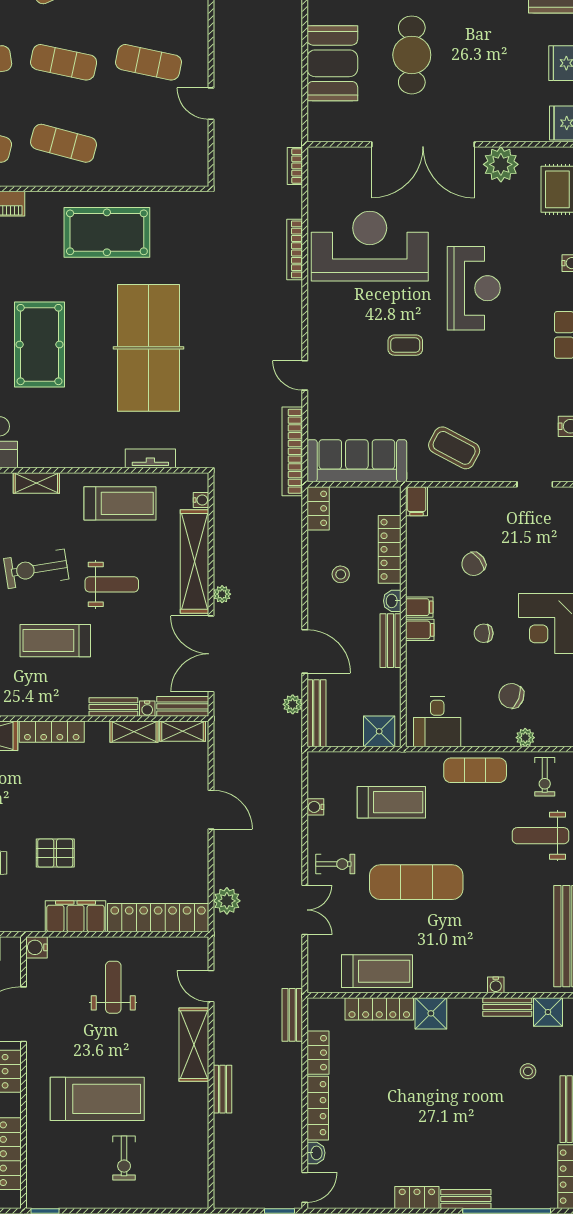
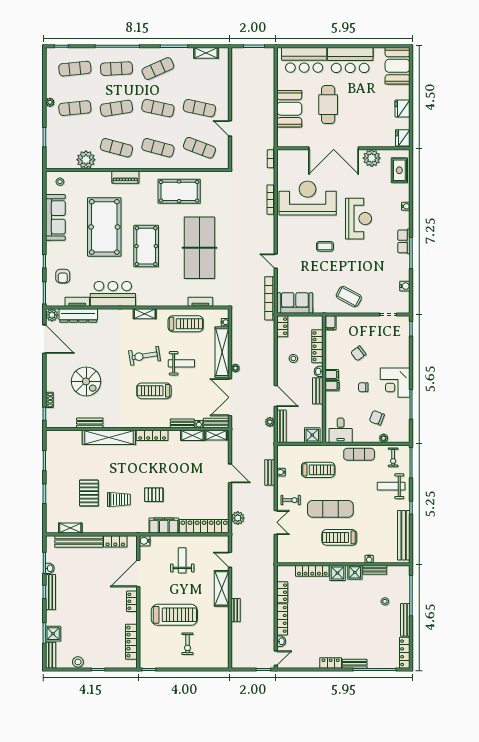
exercise mat: (148, 143) -> (199, 148), added
sofa: (357, 461) -> (295, 303), width x0.73
treadmill: (377, 971) -> (339, 537), moved, turned 180
shower: (548, 1012) -> (355, 572), moved
bench: (292, 1015) -> (270, 472), moved

